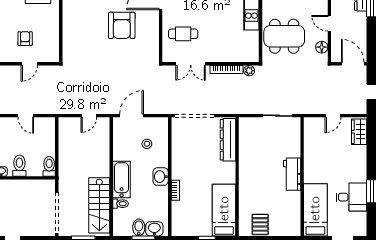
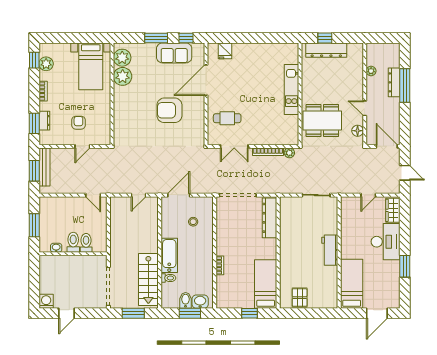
armchair: (122, 25) -> (169, 110), turned 90
door: (26, 116) -> (93, 195), moved
toilet: (49, 166) -> (86, 243), moved
washbasin: (161, 177) -> (206, 252), removed
desk: (351, 197) -> (386, 242), moved, width x1.37

